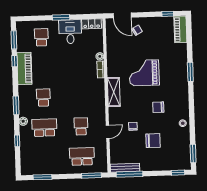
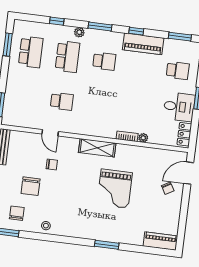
window: (168, 14) -> (182, 229), removed
window: (15, 61) -> (136, 31), moved
grand piano: (144, 73) -> (115, 189), turned 180
chair: (158, 107) -> (17, 213), moved
school desk: (82, 156) -> (31, 52), moved

